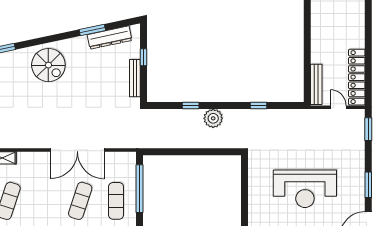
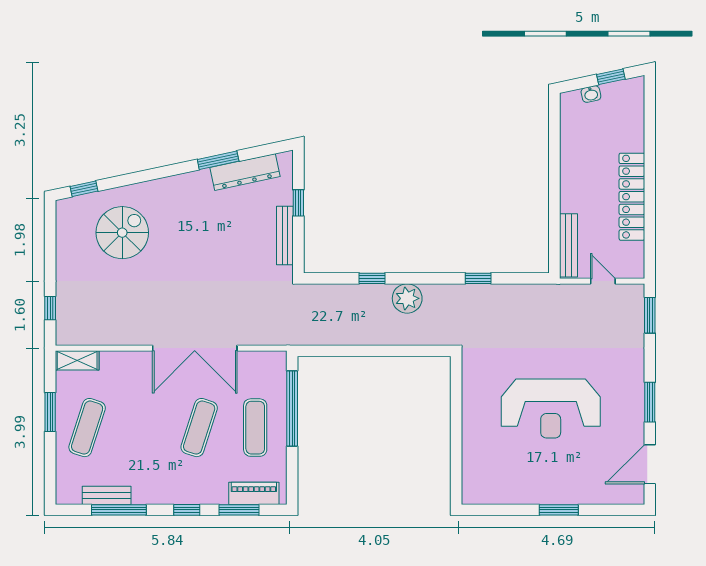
spiral stairs: (48, 65) -> (122, 233), moved, turned -90
locker: (357, 77) -> (632, 197), moved

